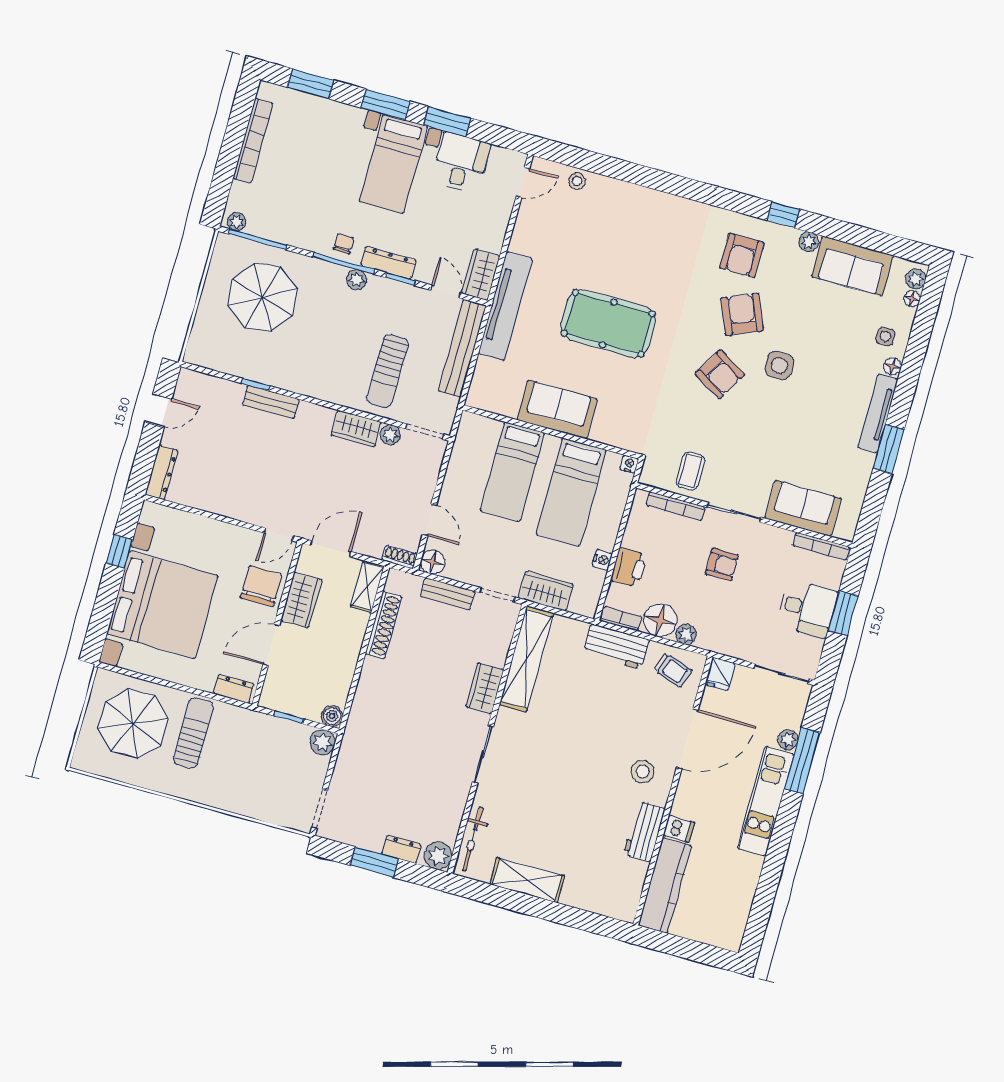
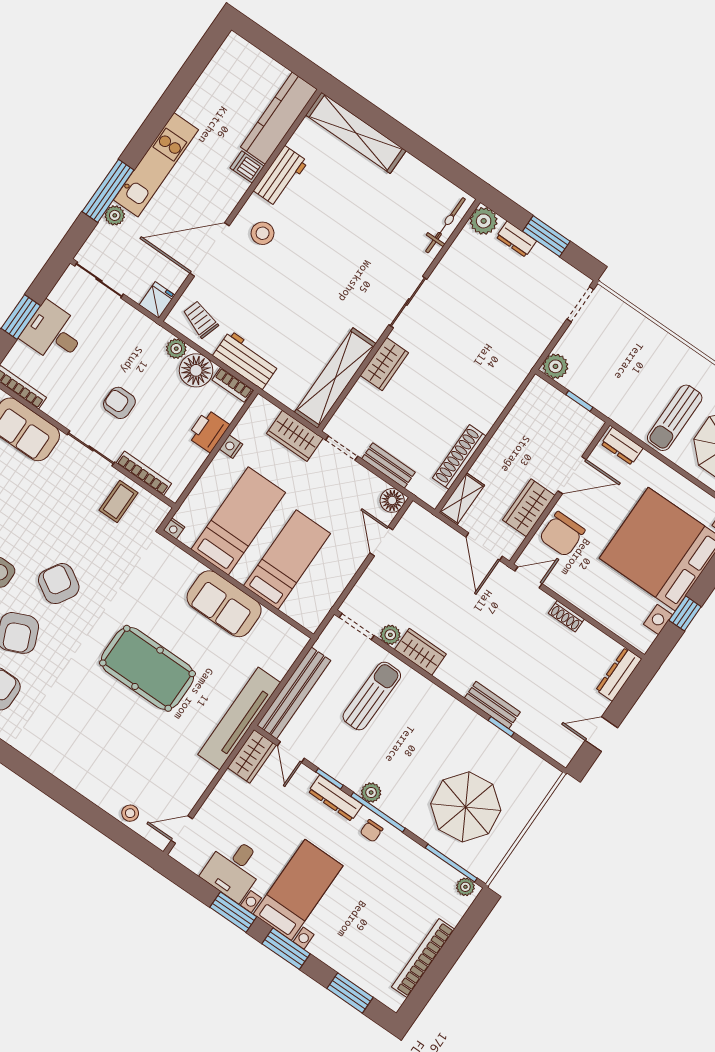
door: (331, 549) -> (484, 547), hinge flipped
shoe rack: (400, 557) -> (566, 616), moved
boiler: (332, 716) -> (538, 388), removed
shelving: (527, 880) -> (356, 133), moved, width x1.47

